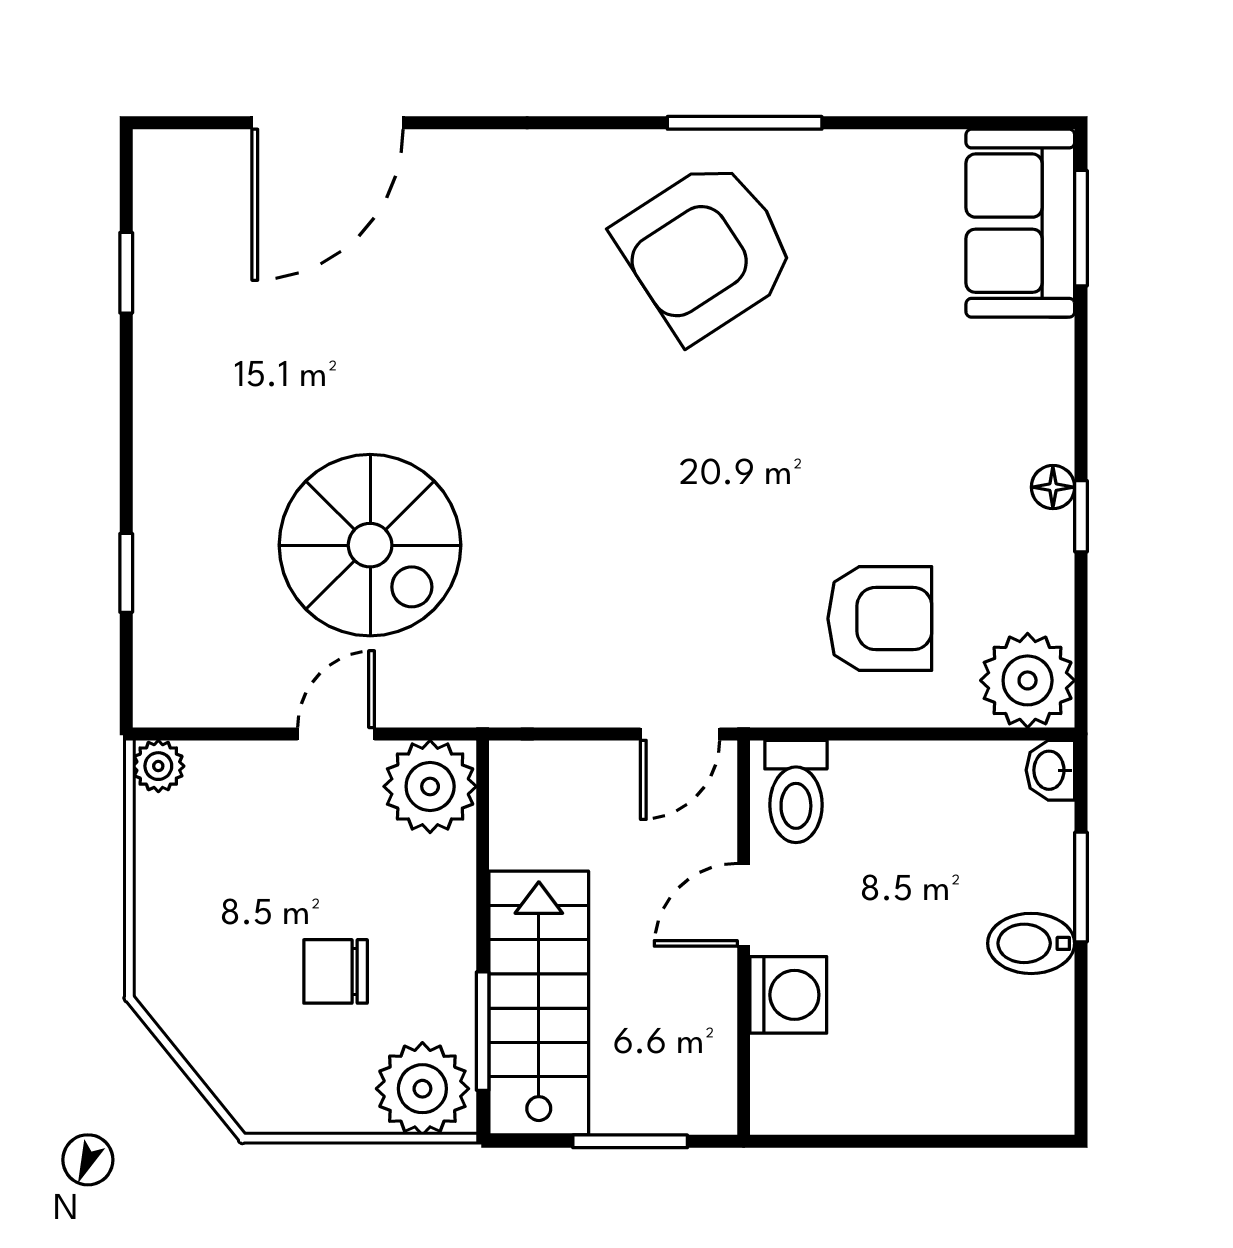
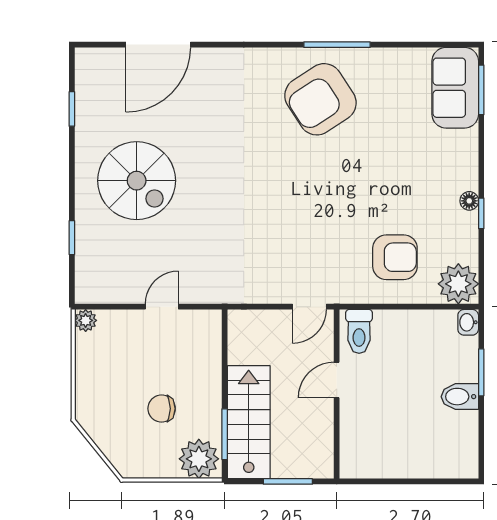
spiral stairs: (370, 545) -> (137, 181), moved
plant: (430, 786) -> (202, 329), removed
washing machine: (788, 995) -> (356, 419), removed

